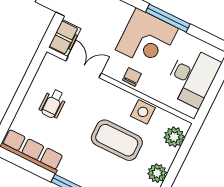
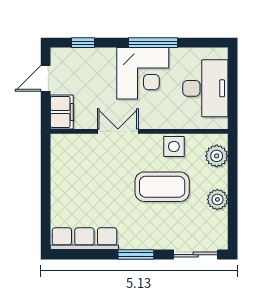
double door: (84, 67) -> (118, 131), moved
chair: (132, 77) -> (146, 118), removed
wheelchair: (53, 104) -> (82, 182), removed

